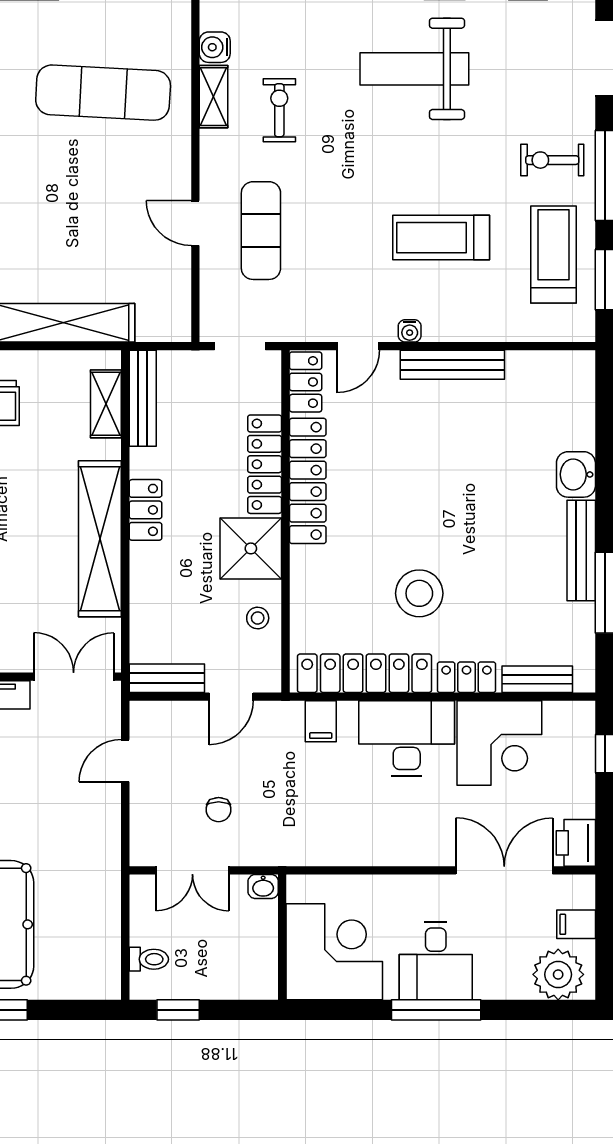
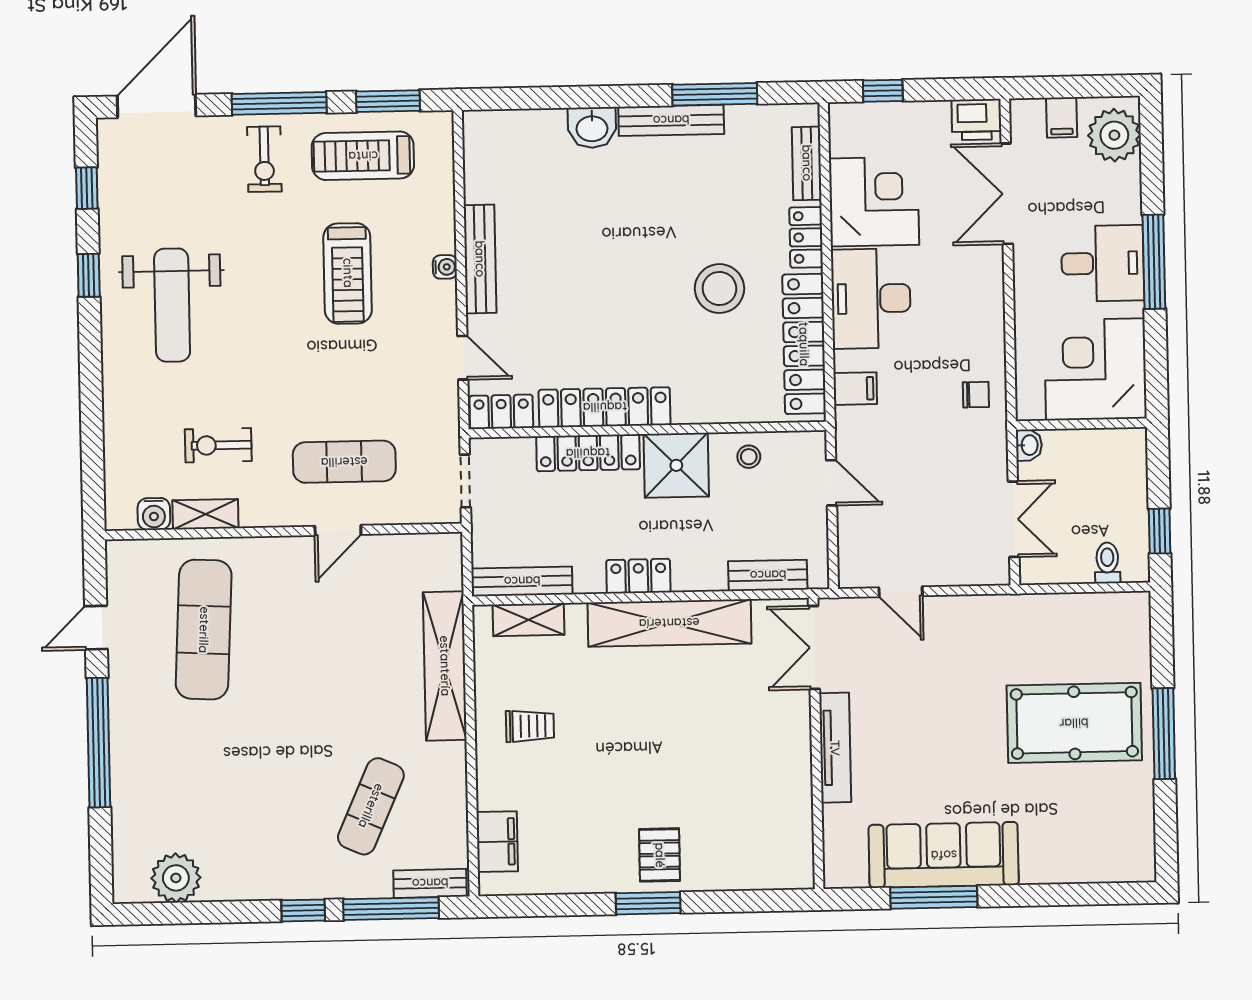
water cooler: (410, 331) -> (445, 267), moved
bench: (167, 678) -> (768, 575), moved, turned 90
chair: (219, 810) -> (976, 395), moved

